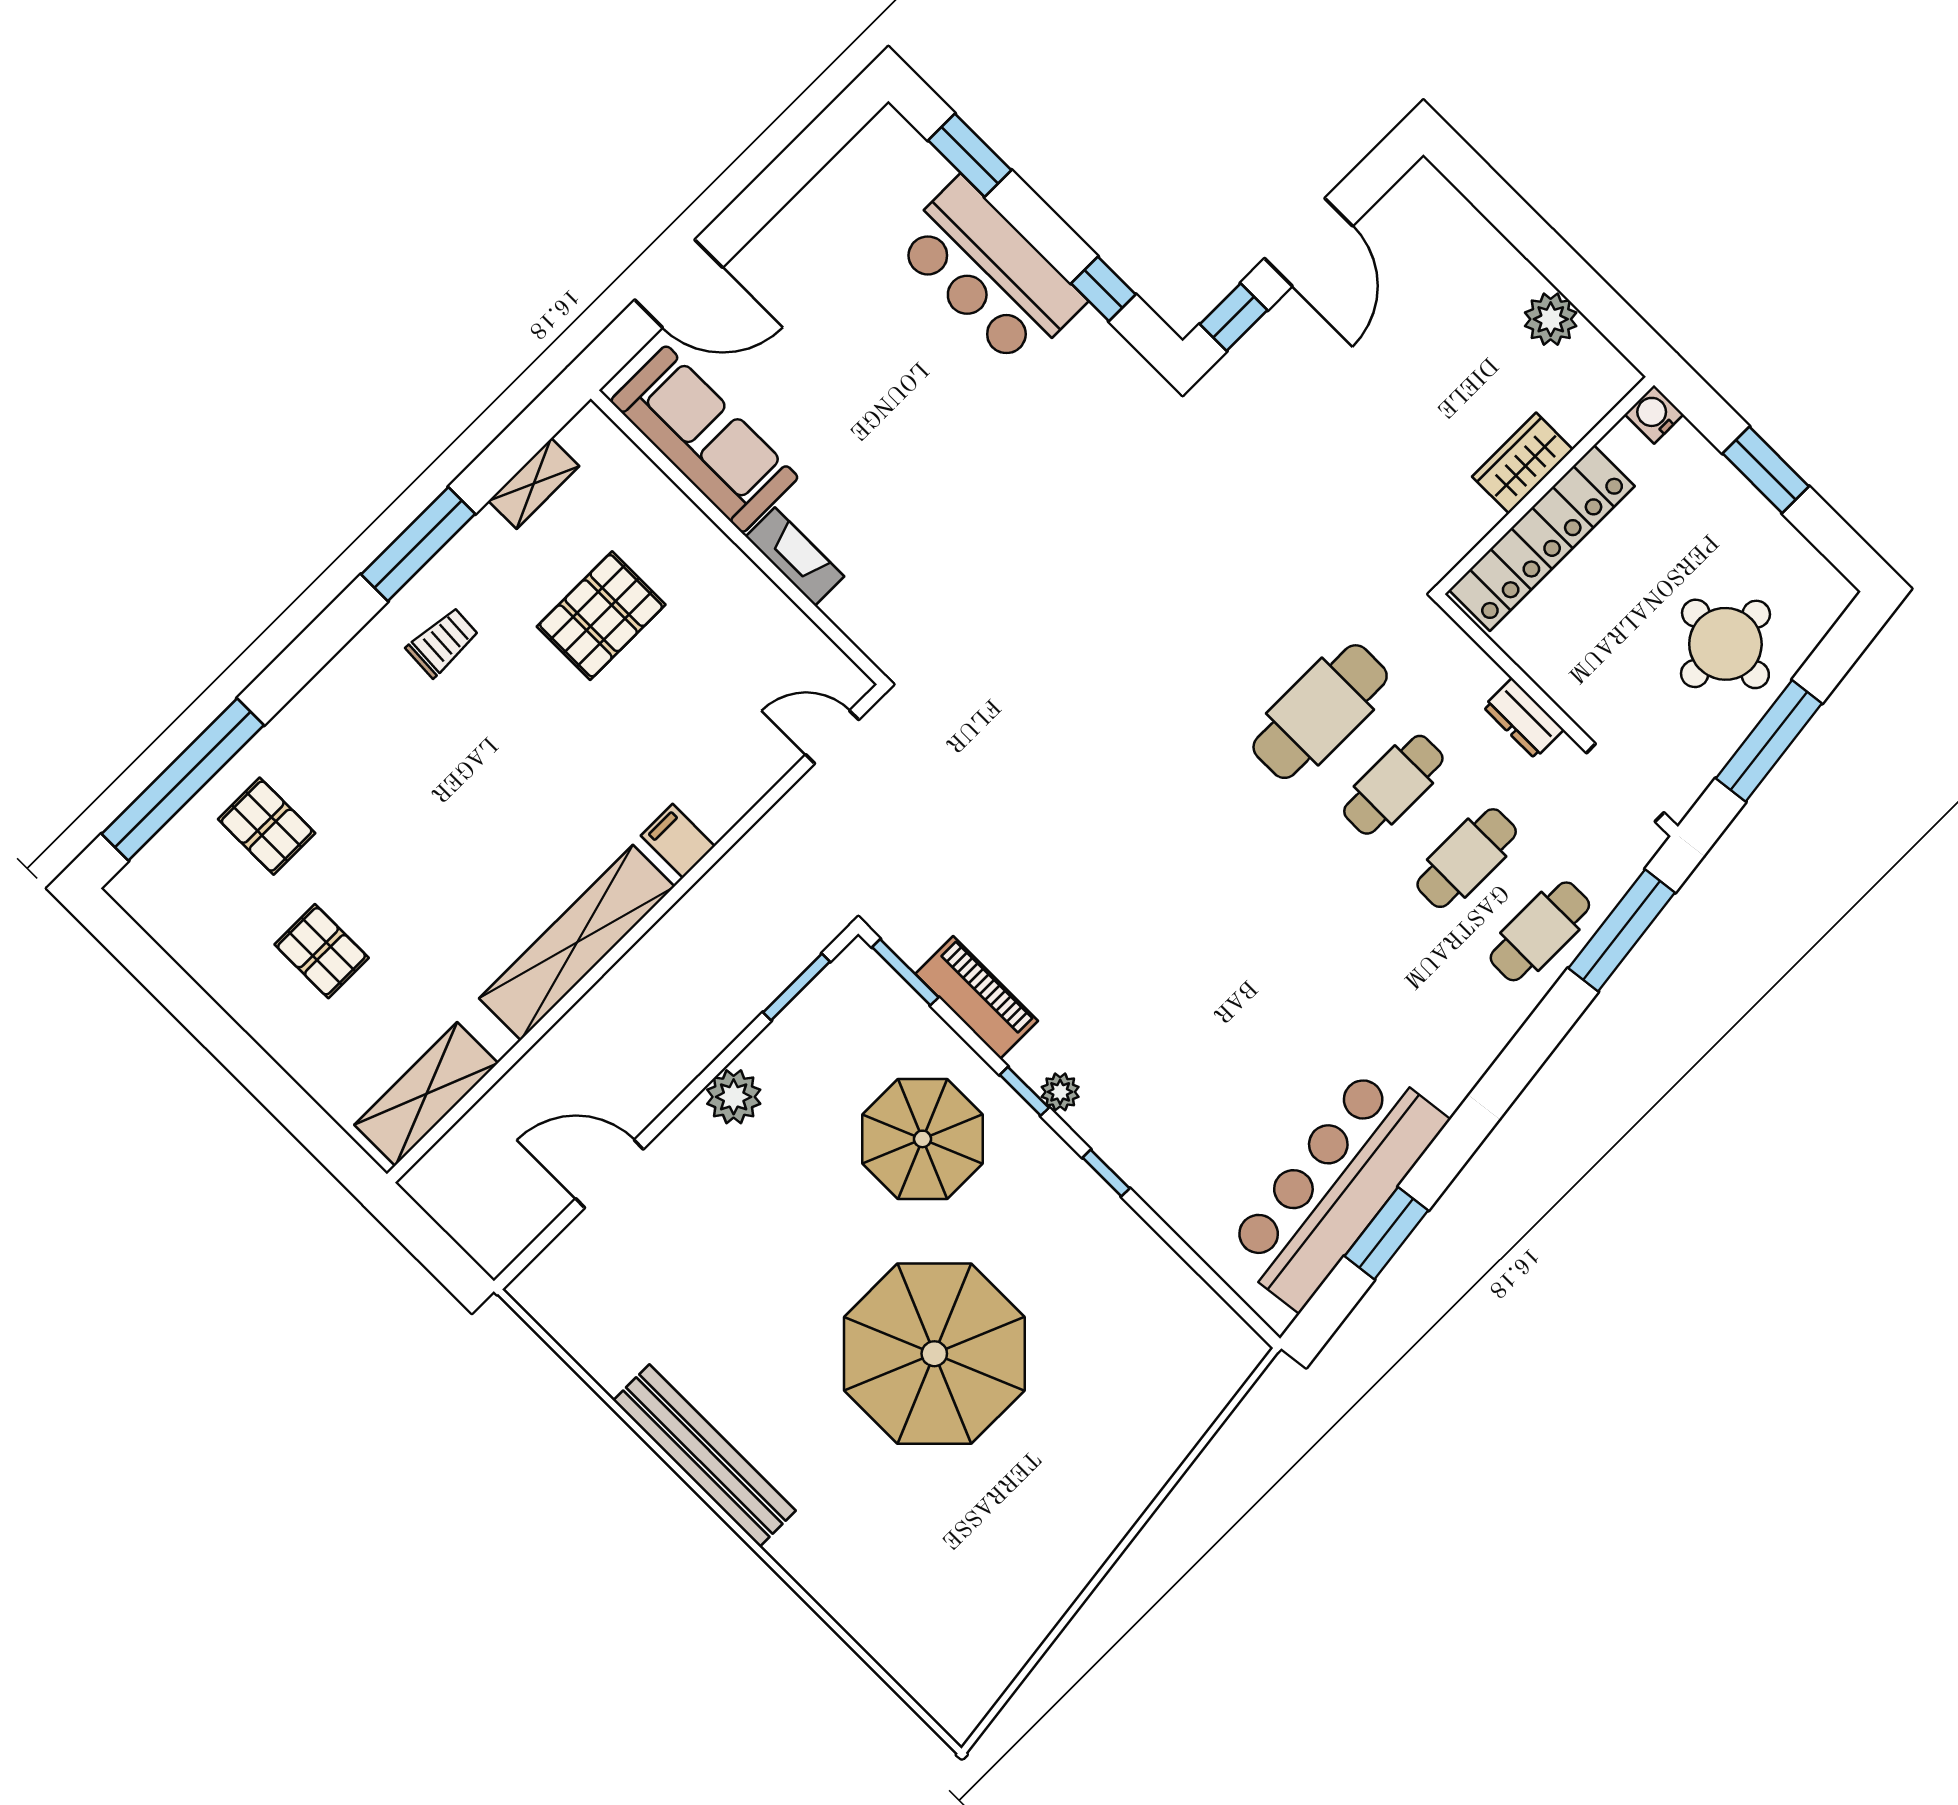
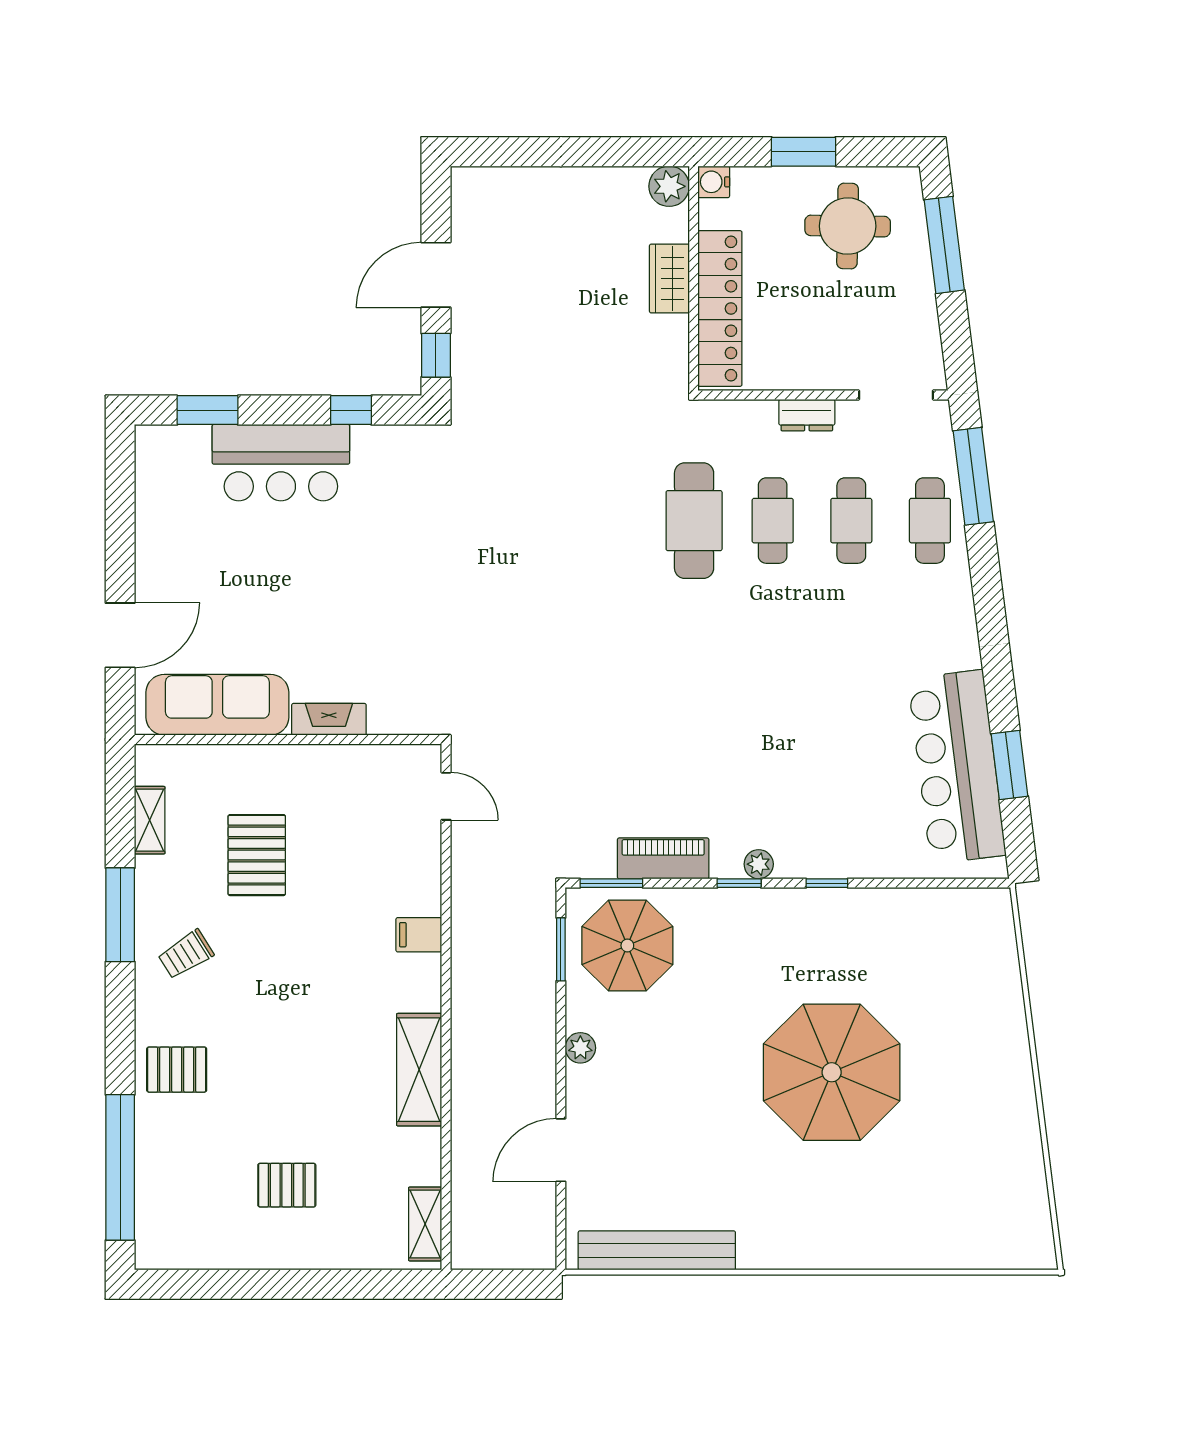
door: (1309, 242) -> (436, 275), swing flipped
plant: (1551, 319) -> (669, 186), moved
trolley: (443, 642) -> (186, 954), turned -125
round table: (1725, 644) -> (848, 226), moved
door: (832, 737) -> (446, 796), swing flipped
window: (1769, 741) -> (944, 245), moved
pallet: (267, 826) -> (177, 1070), moved
shelving: (577, 943) -> (419, 1070), width x0.68
shelving: (426, 1094) -> (425, 1224), width x0.67, depth x0.75
plant: (734, 1097) -> (580, 1048), width x0.73, depth x0.73
parasol: (923, 1139) -> (627, 945), moved
bench: (704, 1456) -> (657, 1250), moved

